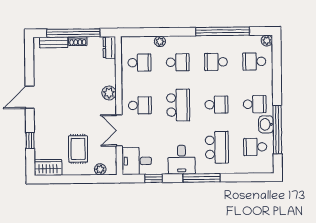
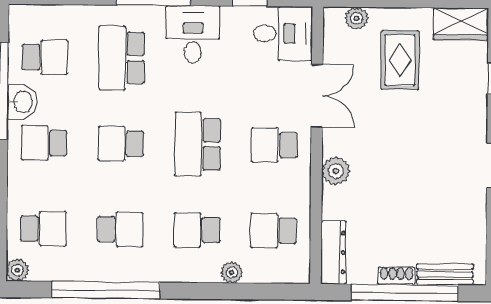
dresser: (109, 47) -> (333, 253), width x1.44

